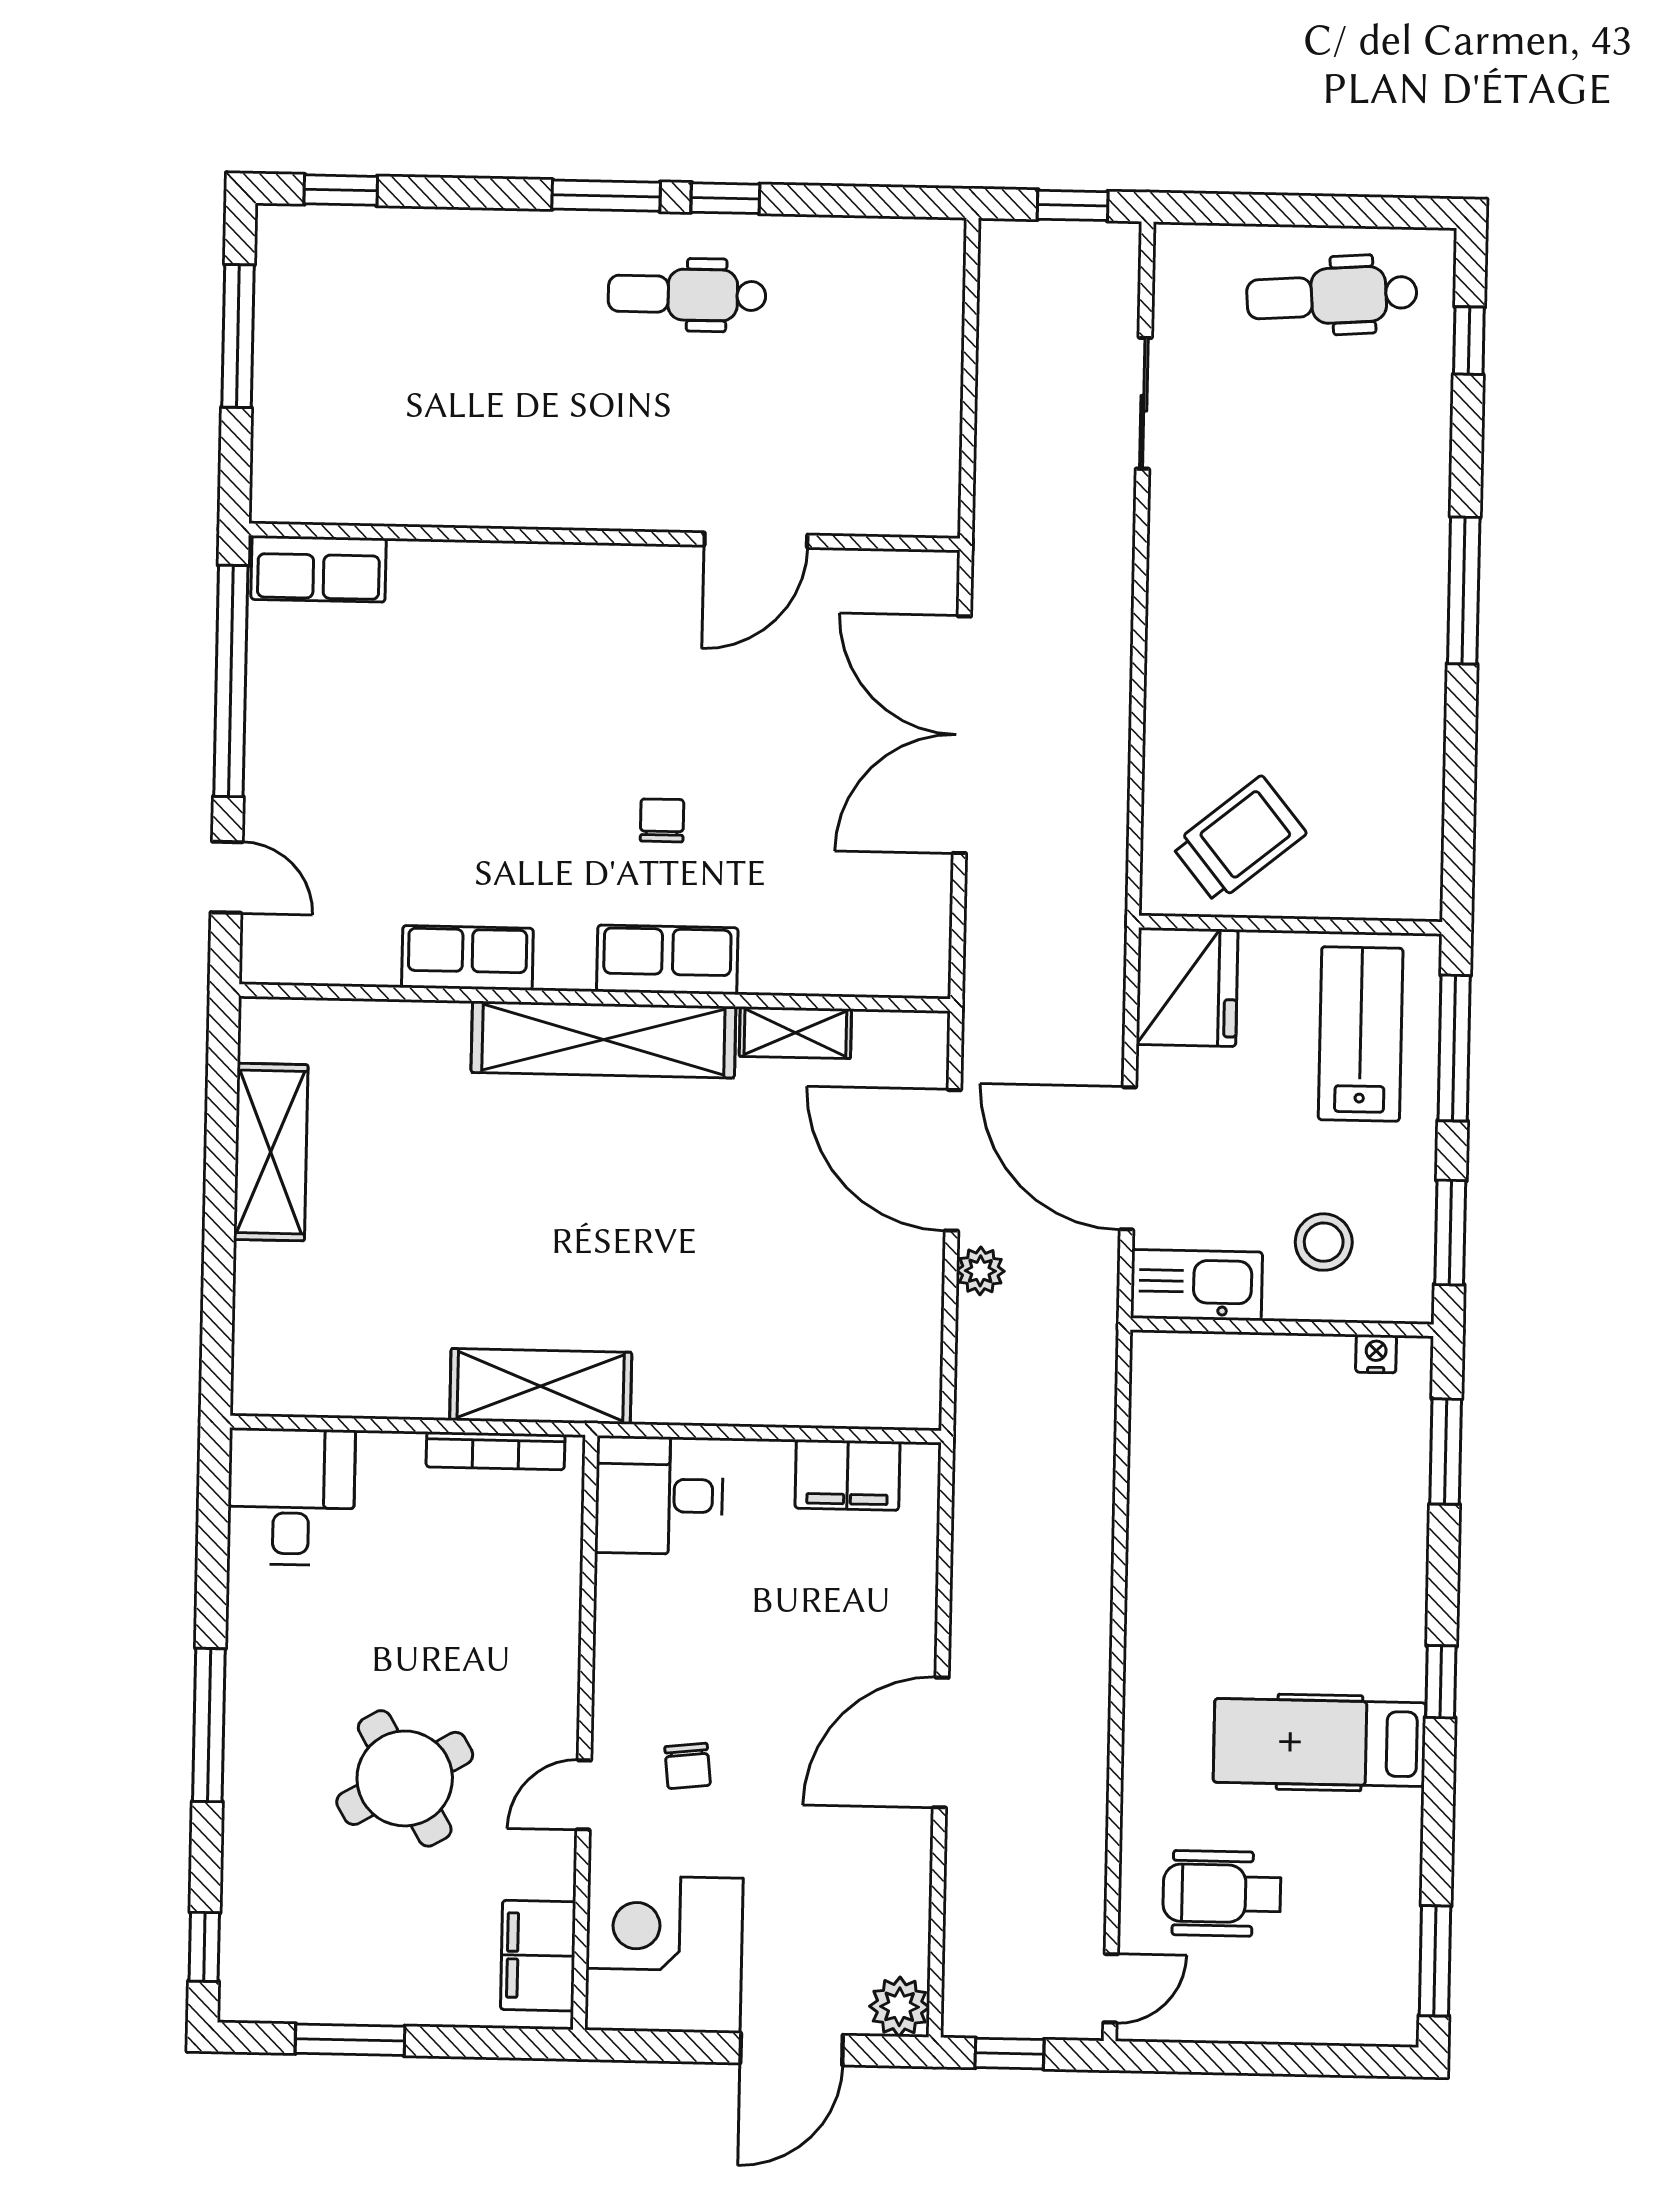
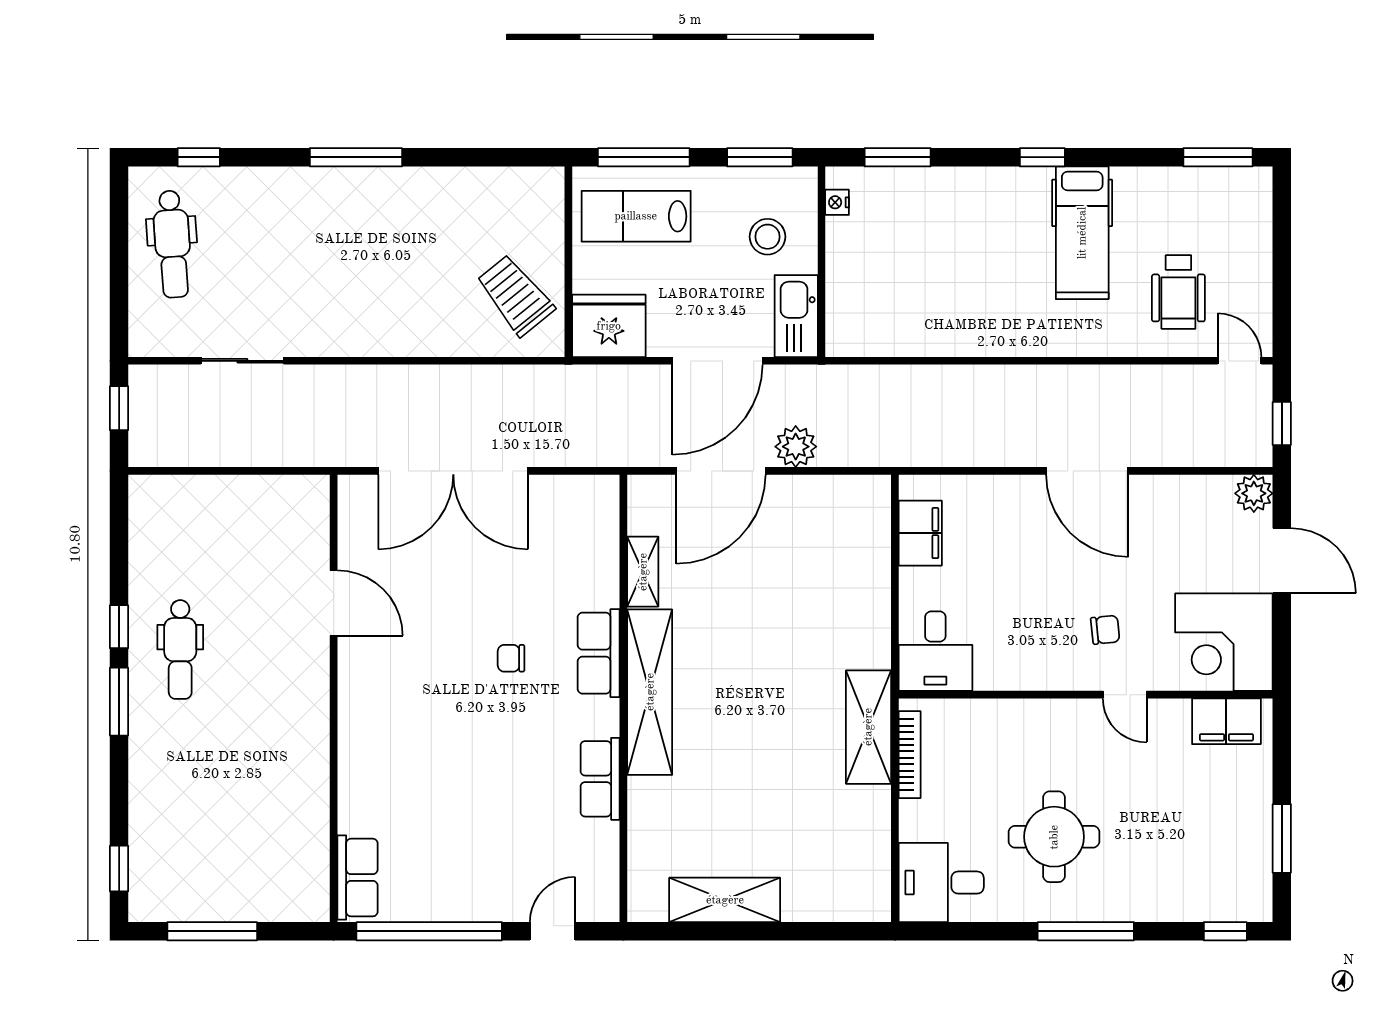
plant: (980, 1271) -> (796, 447), width x1.38, depth x1.38
round table: (405, 1778) -> (1054, 837), moved, turned 30

